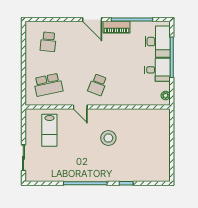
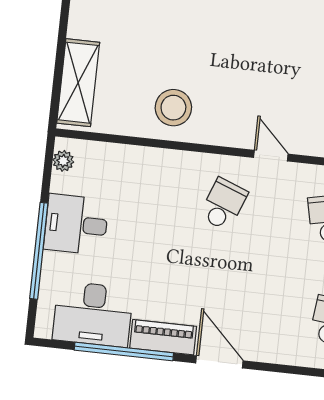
desk: (158, 42) -> (93, 314), moved, turned -90
shelving: (163, 128) -> (78, 83), added
stool: (108, 138) -> (173, 108), moved

